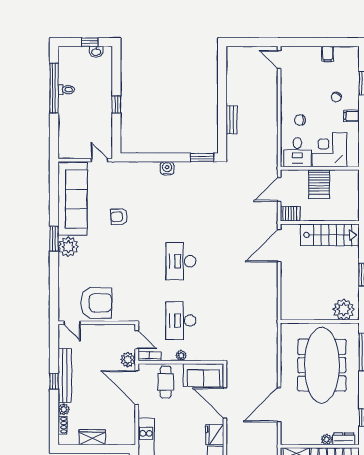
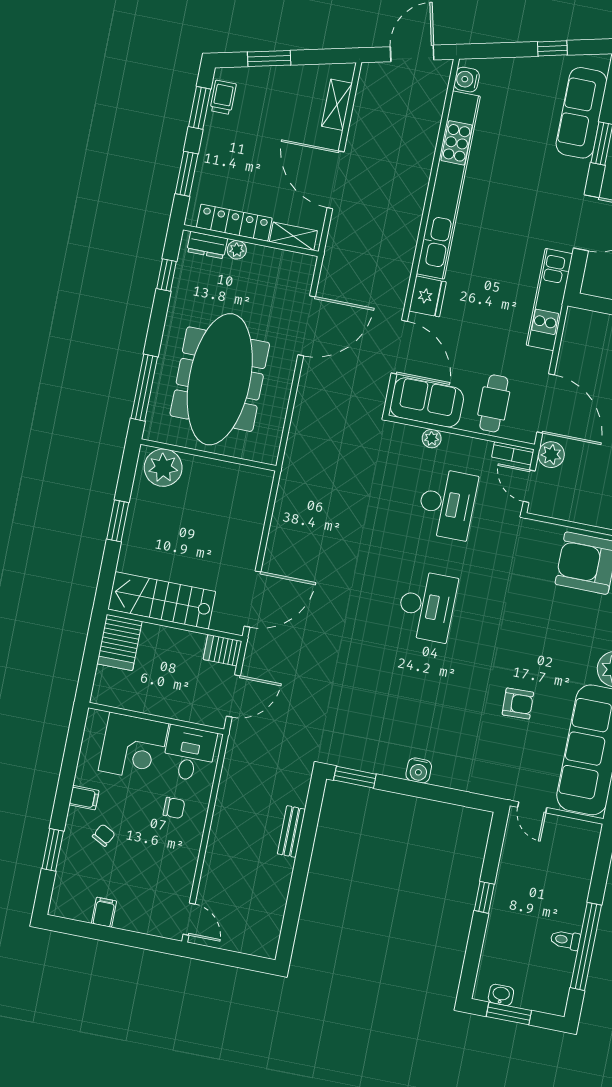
window: (90, 42) -> (509, 1013), width x1.50
server rack: (319, 184) -> (119, 642), moved, turned 180
plant: (181, 355) -> (432, 439), moved

